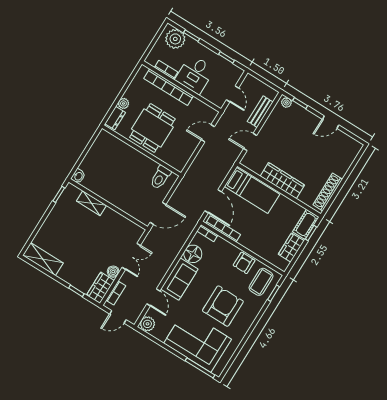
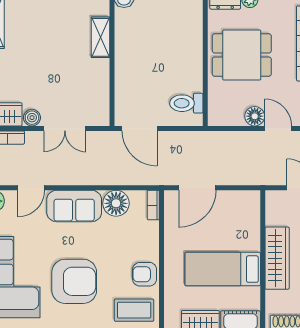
floor lamp: (192, 143) -> (255, 116), added
bed: (252, 190) -> (223, 269), moved, turned 90
bookcase: (223, 229) -> (171, 222), removed

